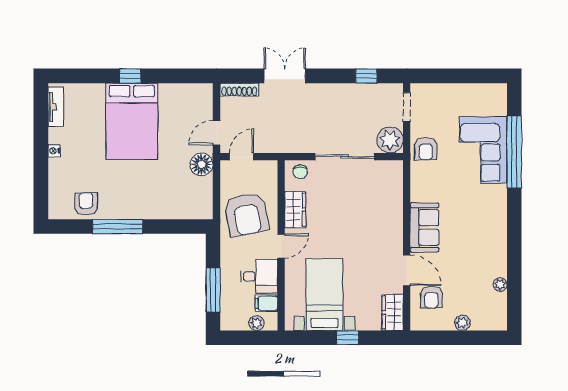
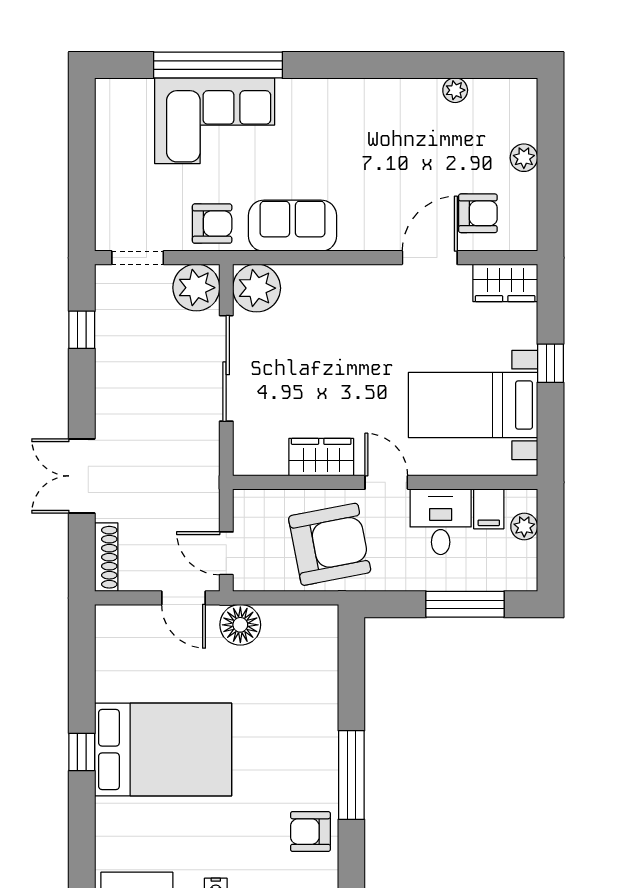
chair: (300, 172) -> (253, 448), removed
plant: (390, 174) -> (257, 288), added
sofa: (424, 227) -> (292, 226), moved

